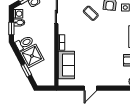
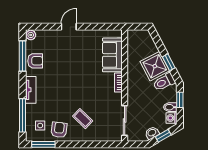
window: (26, 70) -> (169, 62), moved
door: (90, 88) -> (69, 27), moved

